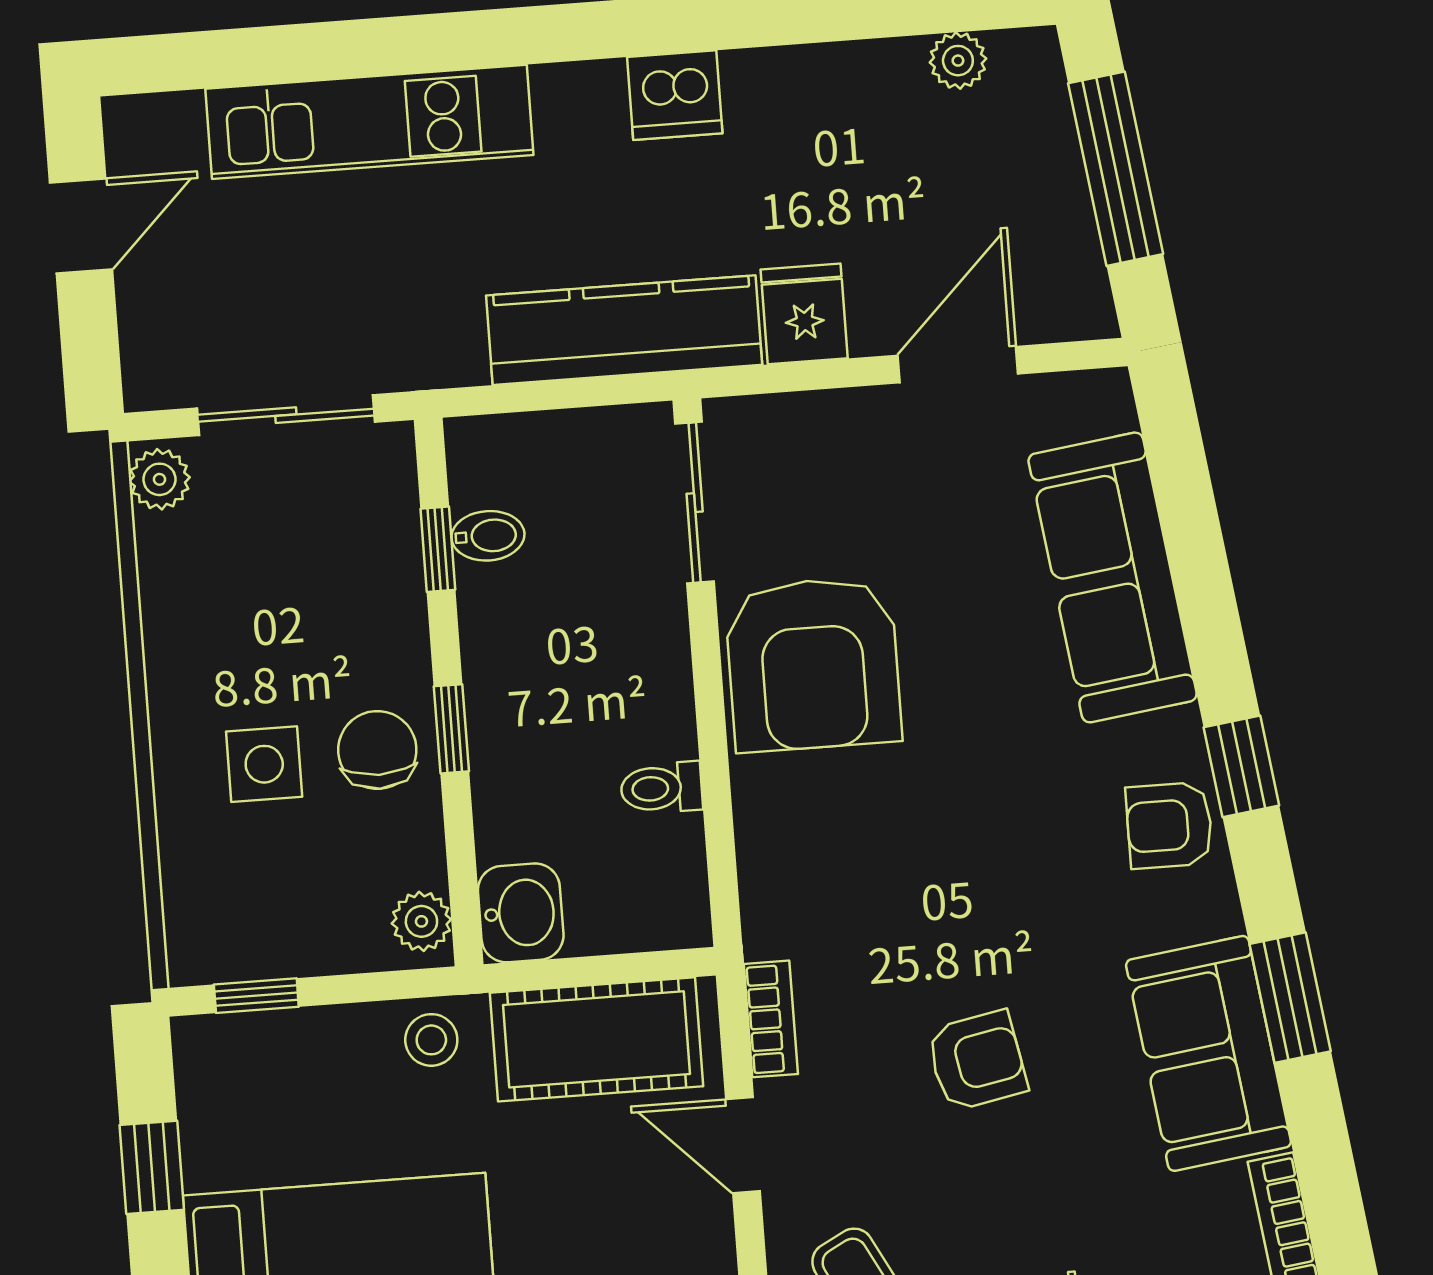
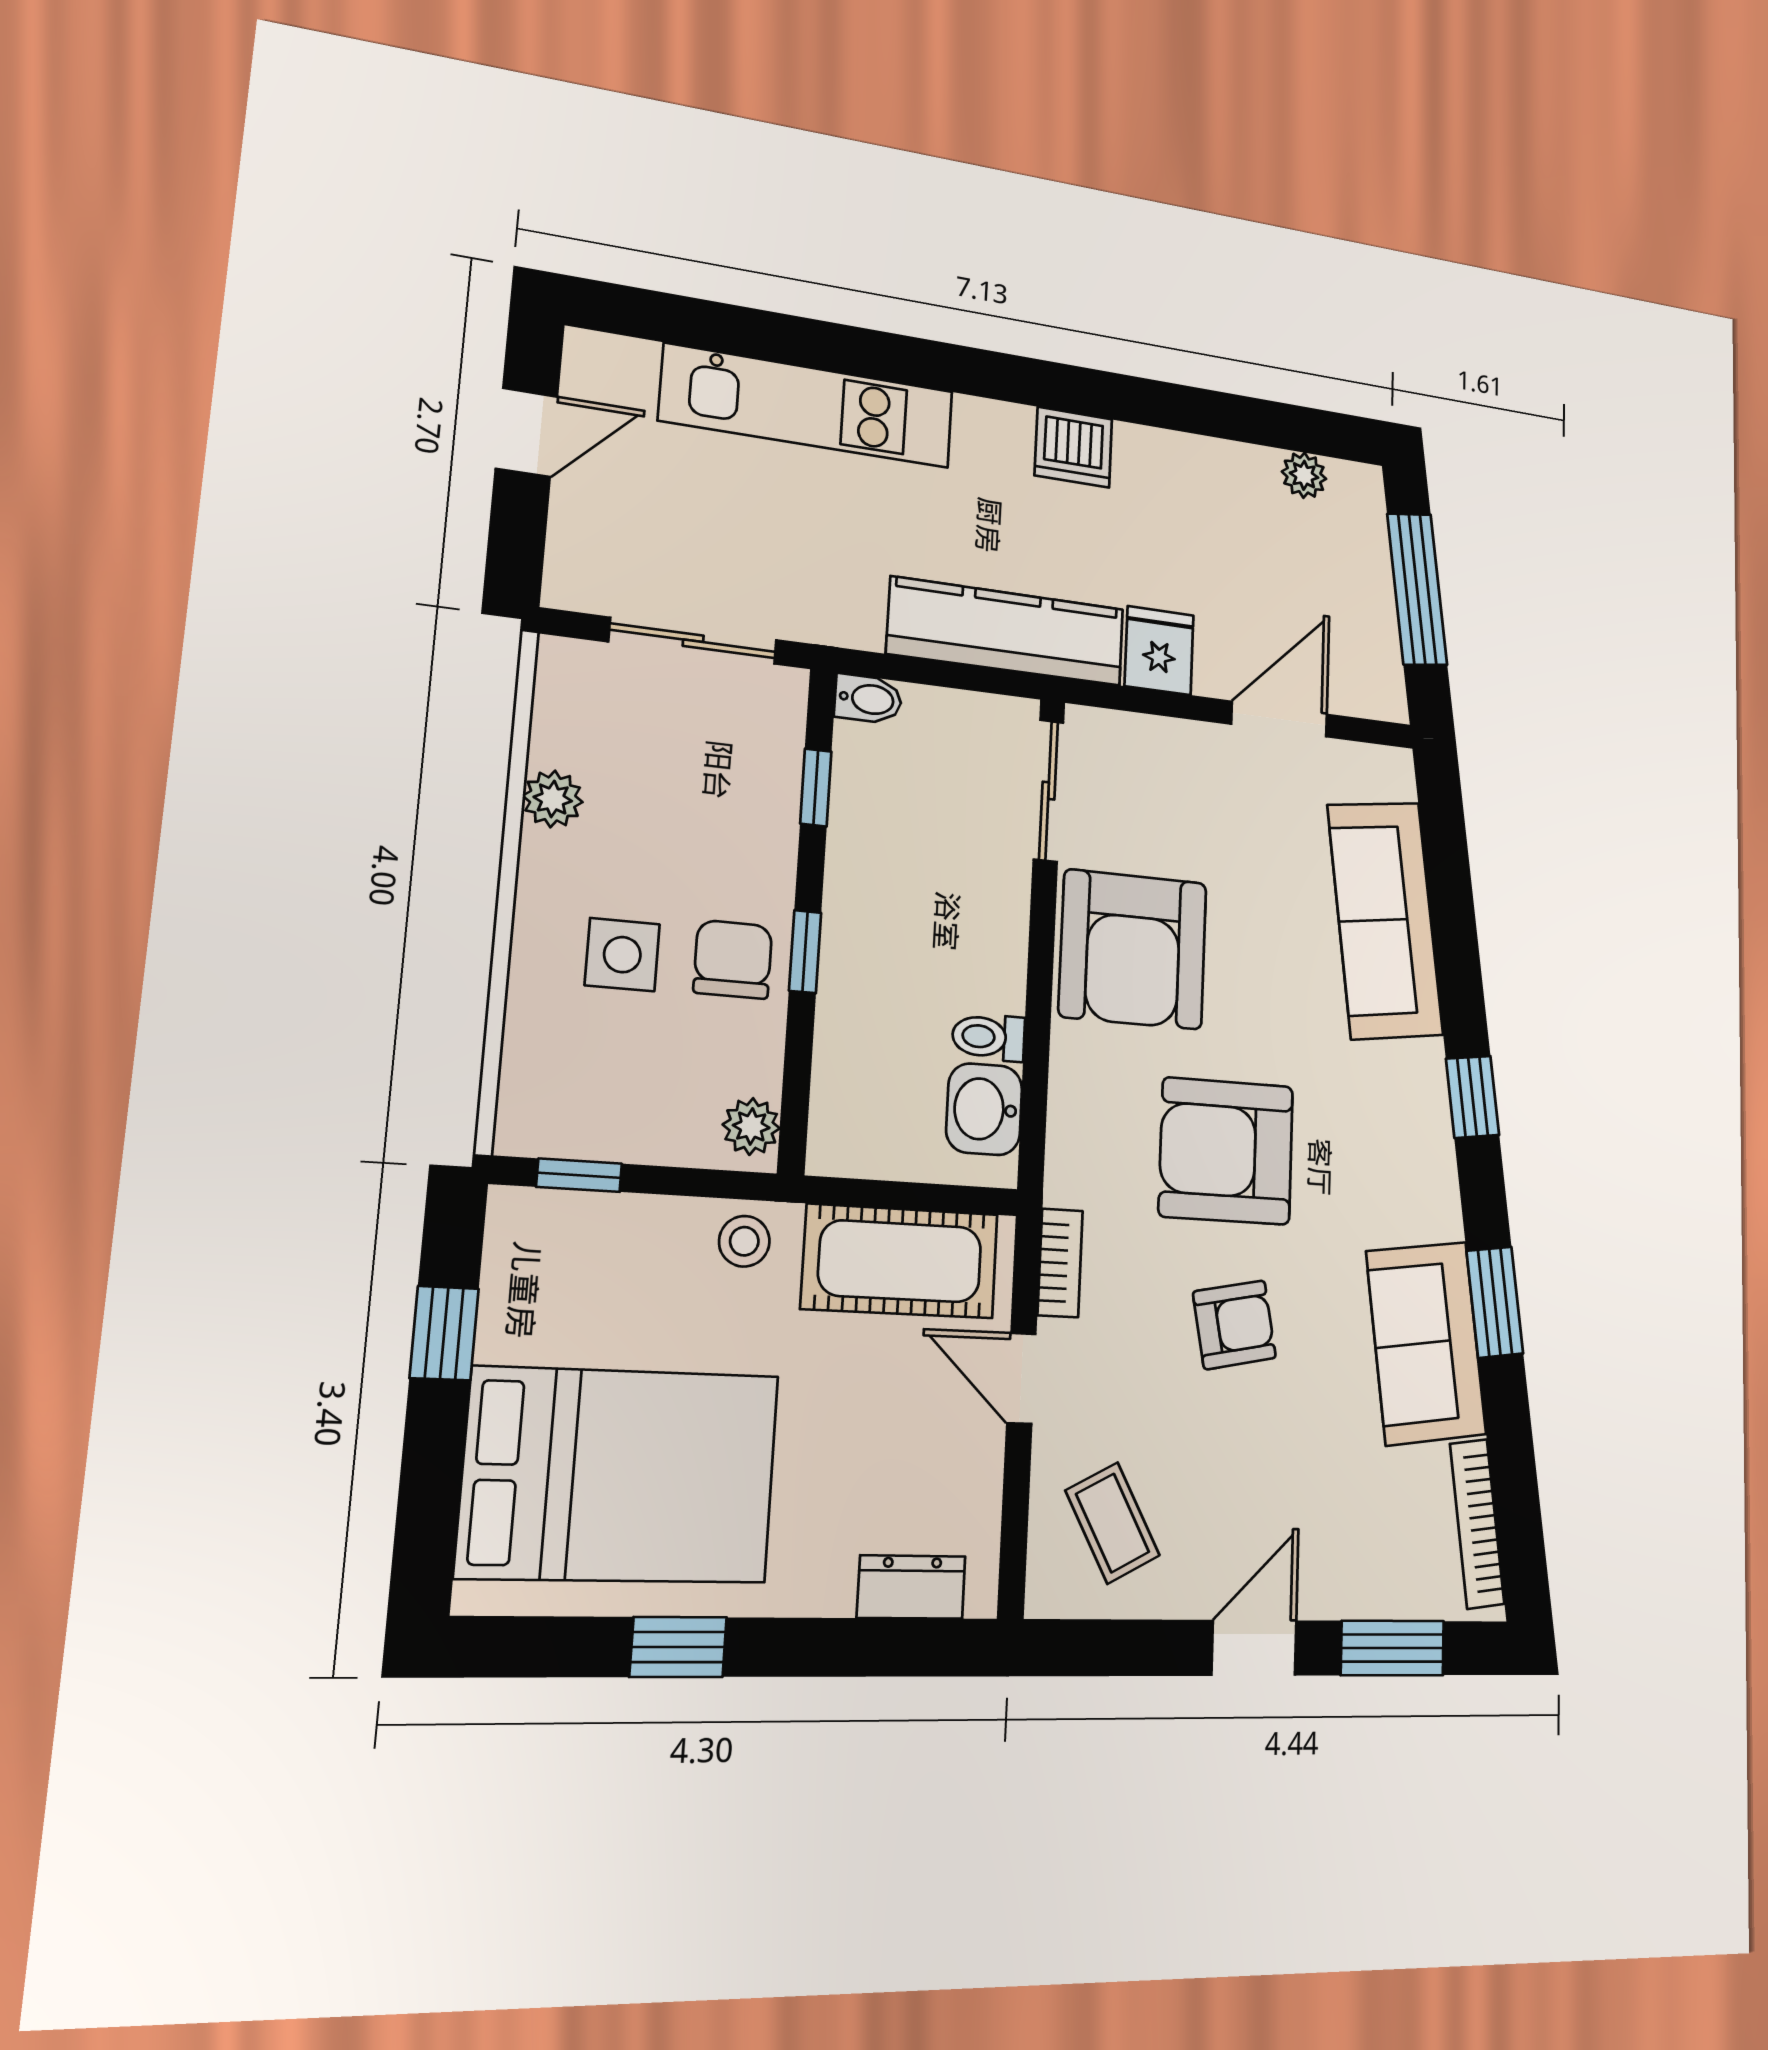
plant: (159, 479) -> (553, 799), moved
bidet: (488, 536) -> (868, 699), moved
armchair: (1169, 825) -> (1226, 1151), moved, width x1.88, depth x1.88
washbasin: (521, 913) -> (984, 1109), moved, turned 180

